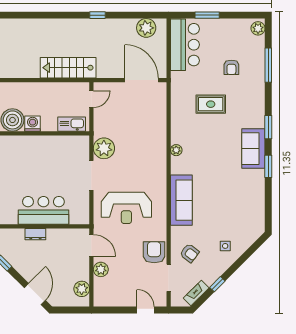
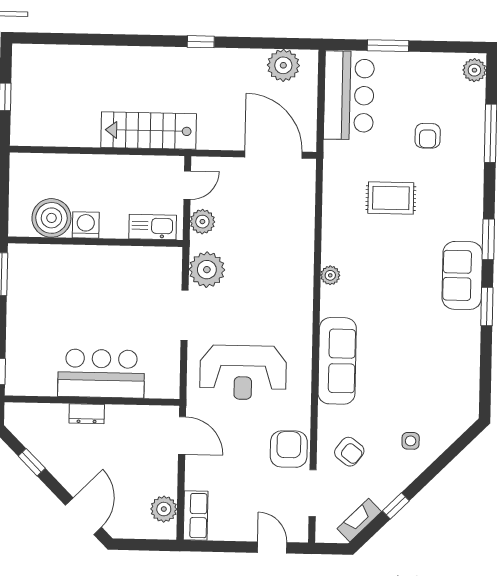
plant: (101, 269) -> (202, 222), moved
row of seats: (100, 292) -> (196, 516), added

